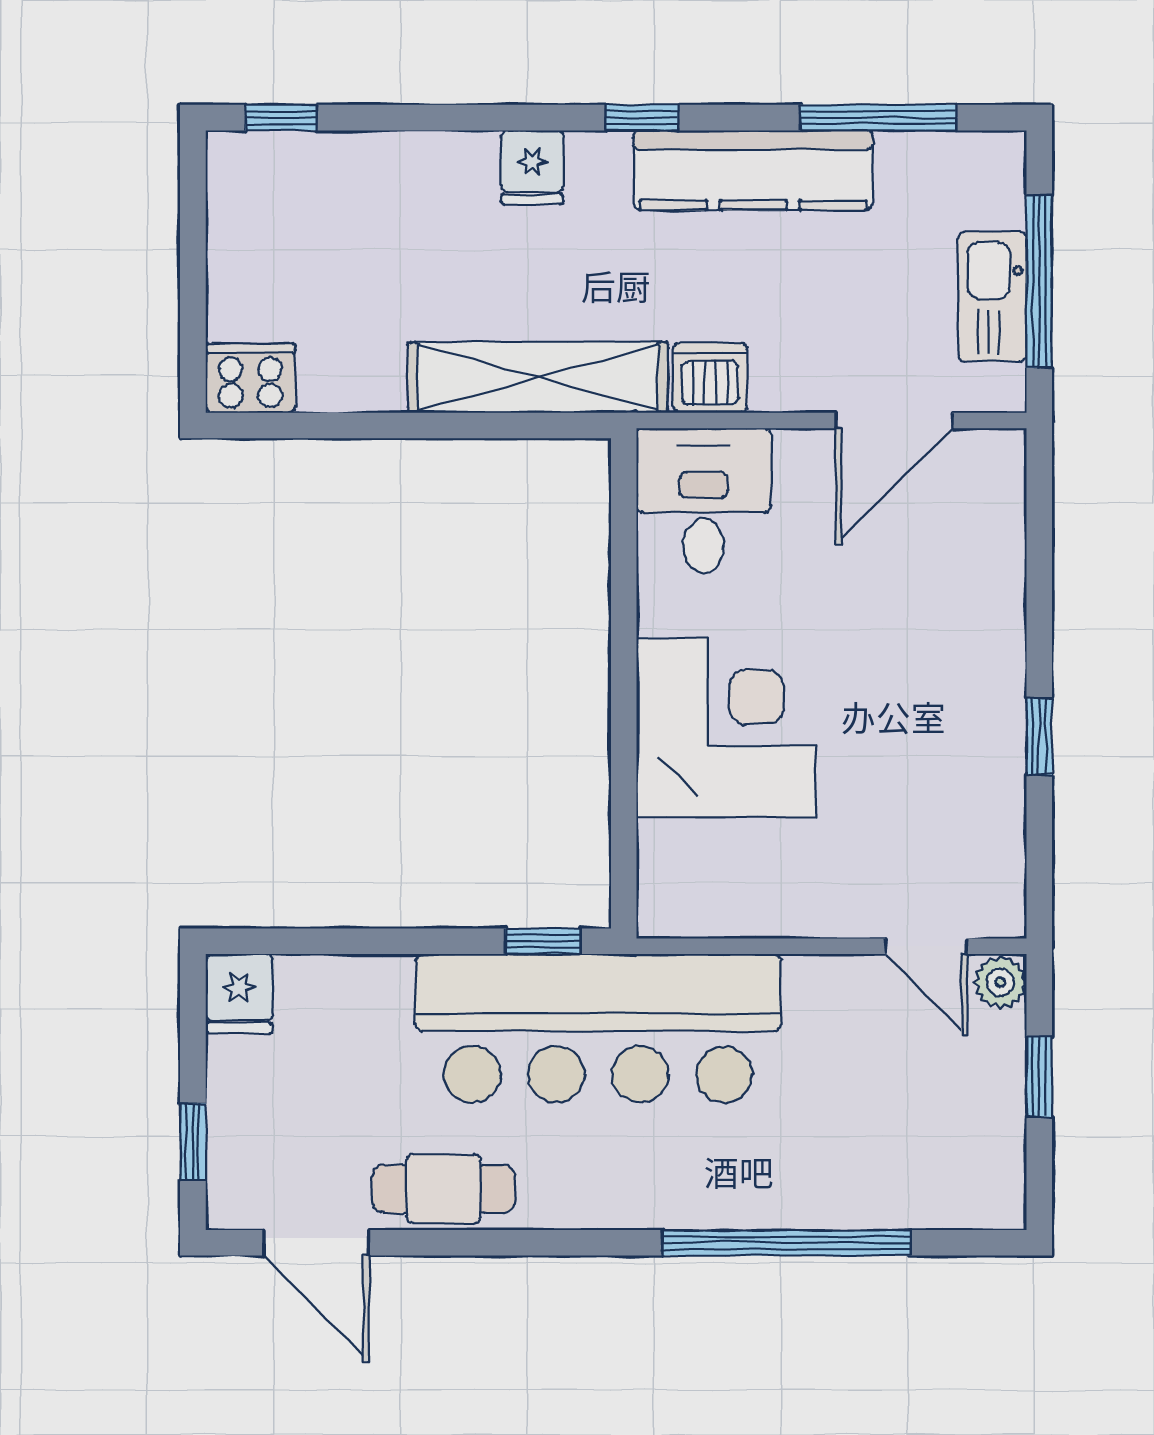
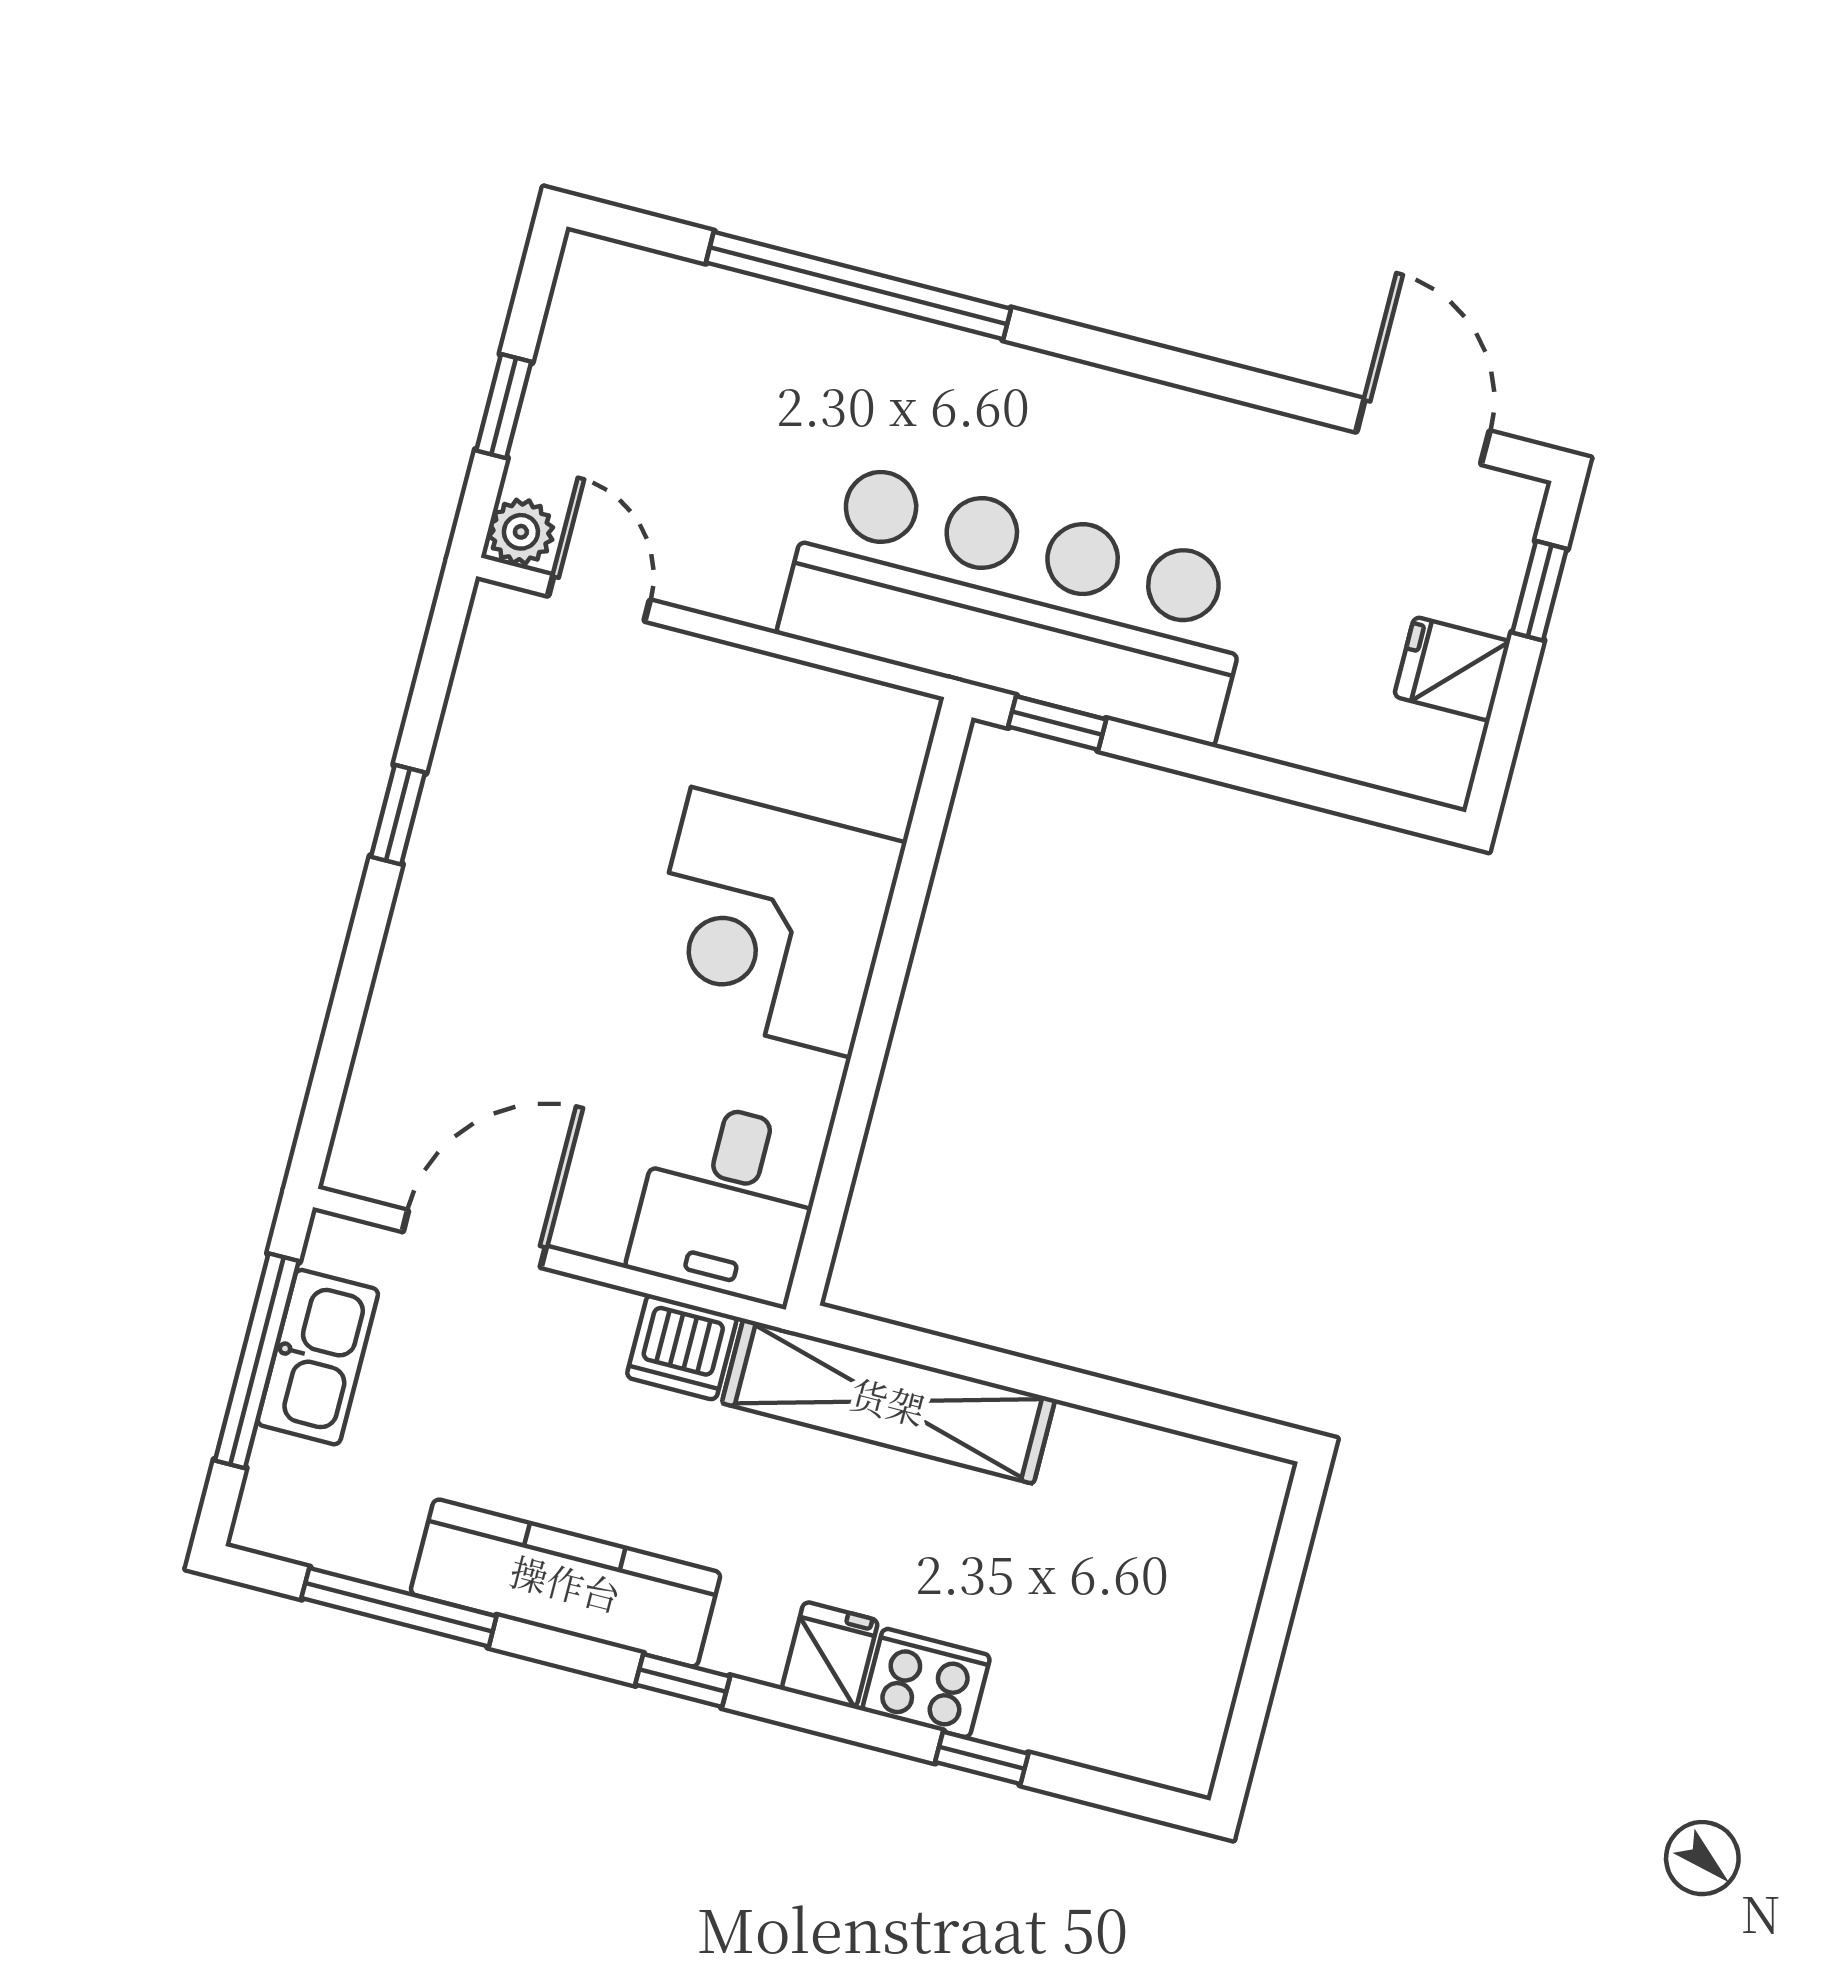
window: (281, 118) -> (982, 1758), moved
cooker: (250, 378) -> (926, 1683), moved, turned 180
fridge: (239, 994) -> (1452, 669), moved, turned -90
cafe table: (444, 1189) -> (1253, 457), removed

